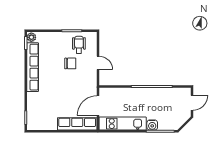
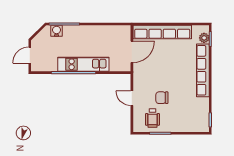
plant: (31, 37) -> (204, 38), moved
row of seats: (33, 67) -> (203, 70), moved
row of seats: (77, 124) -> (162, 32), width x1.36
kitchen unit: (123, 124) -> (83, 64), moved, turned 180
water cooler: (152, 125) -> (57, 31), moved

